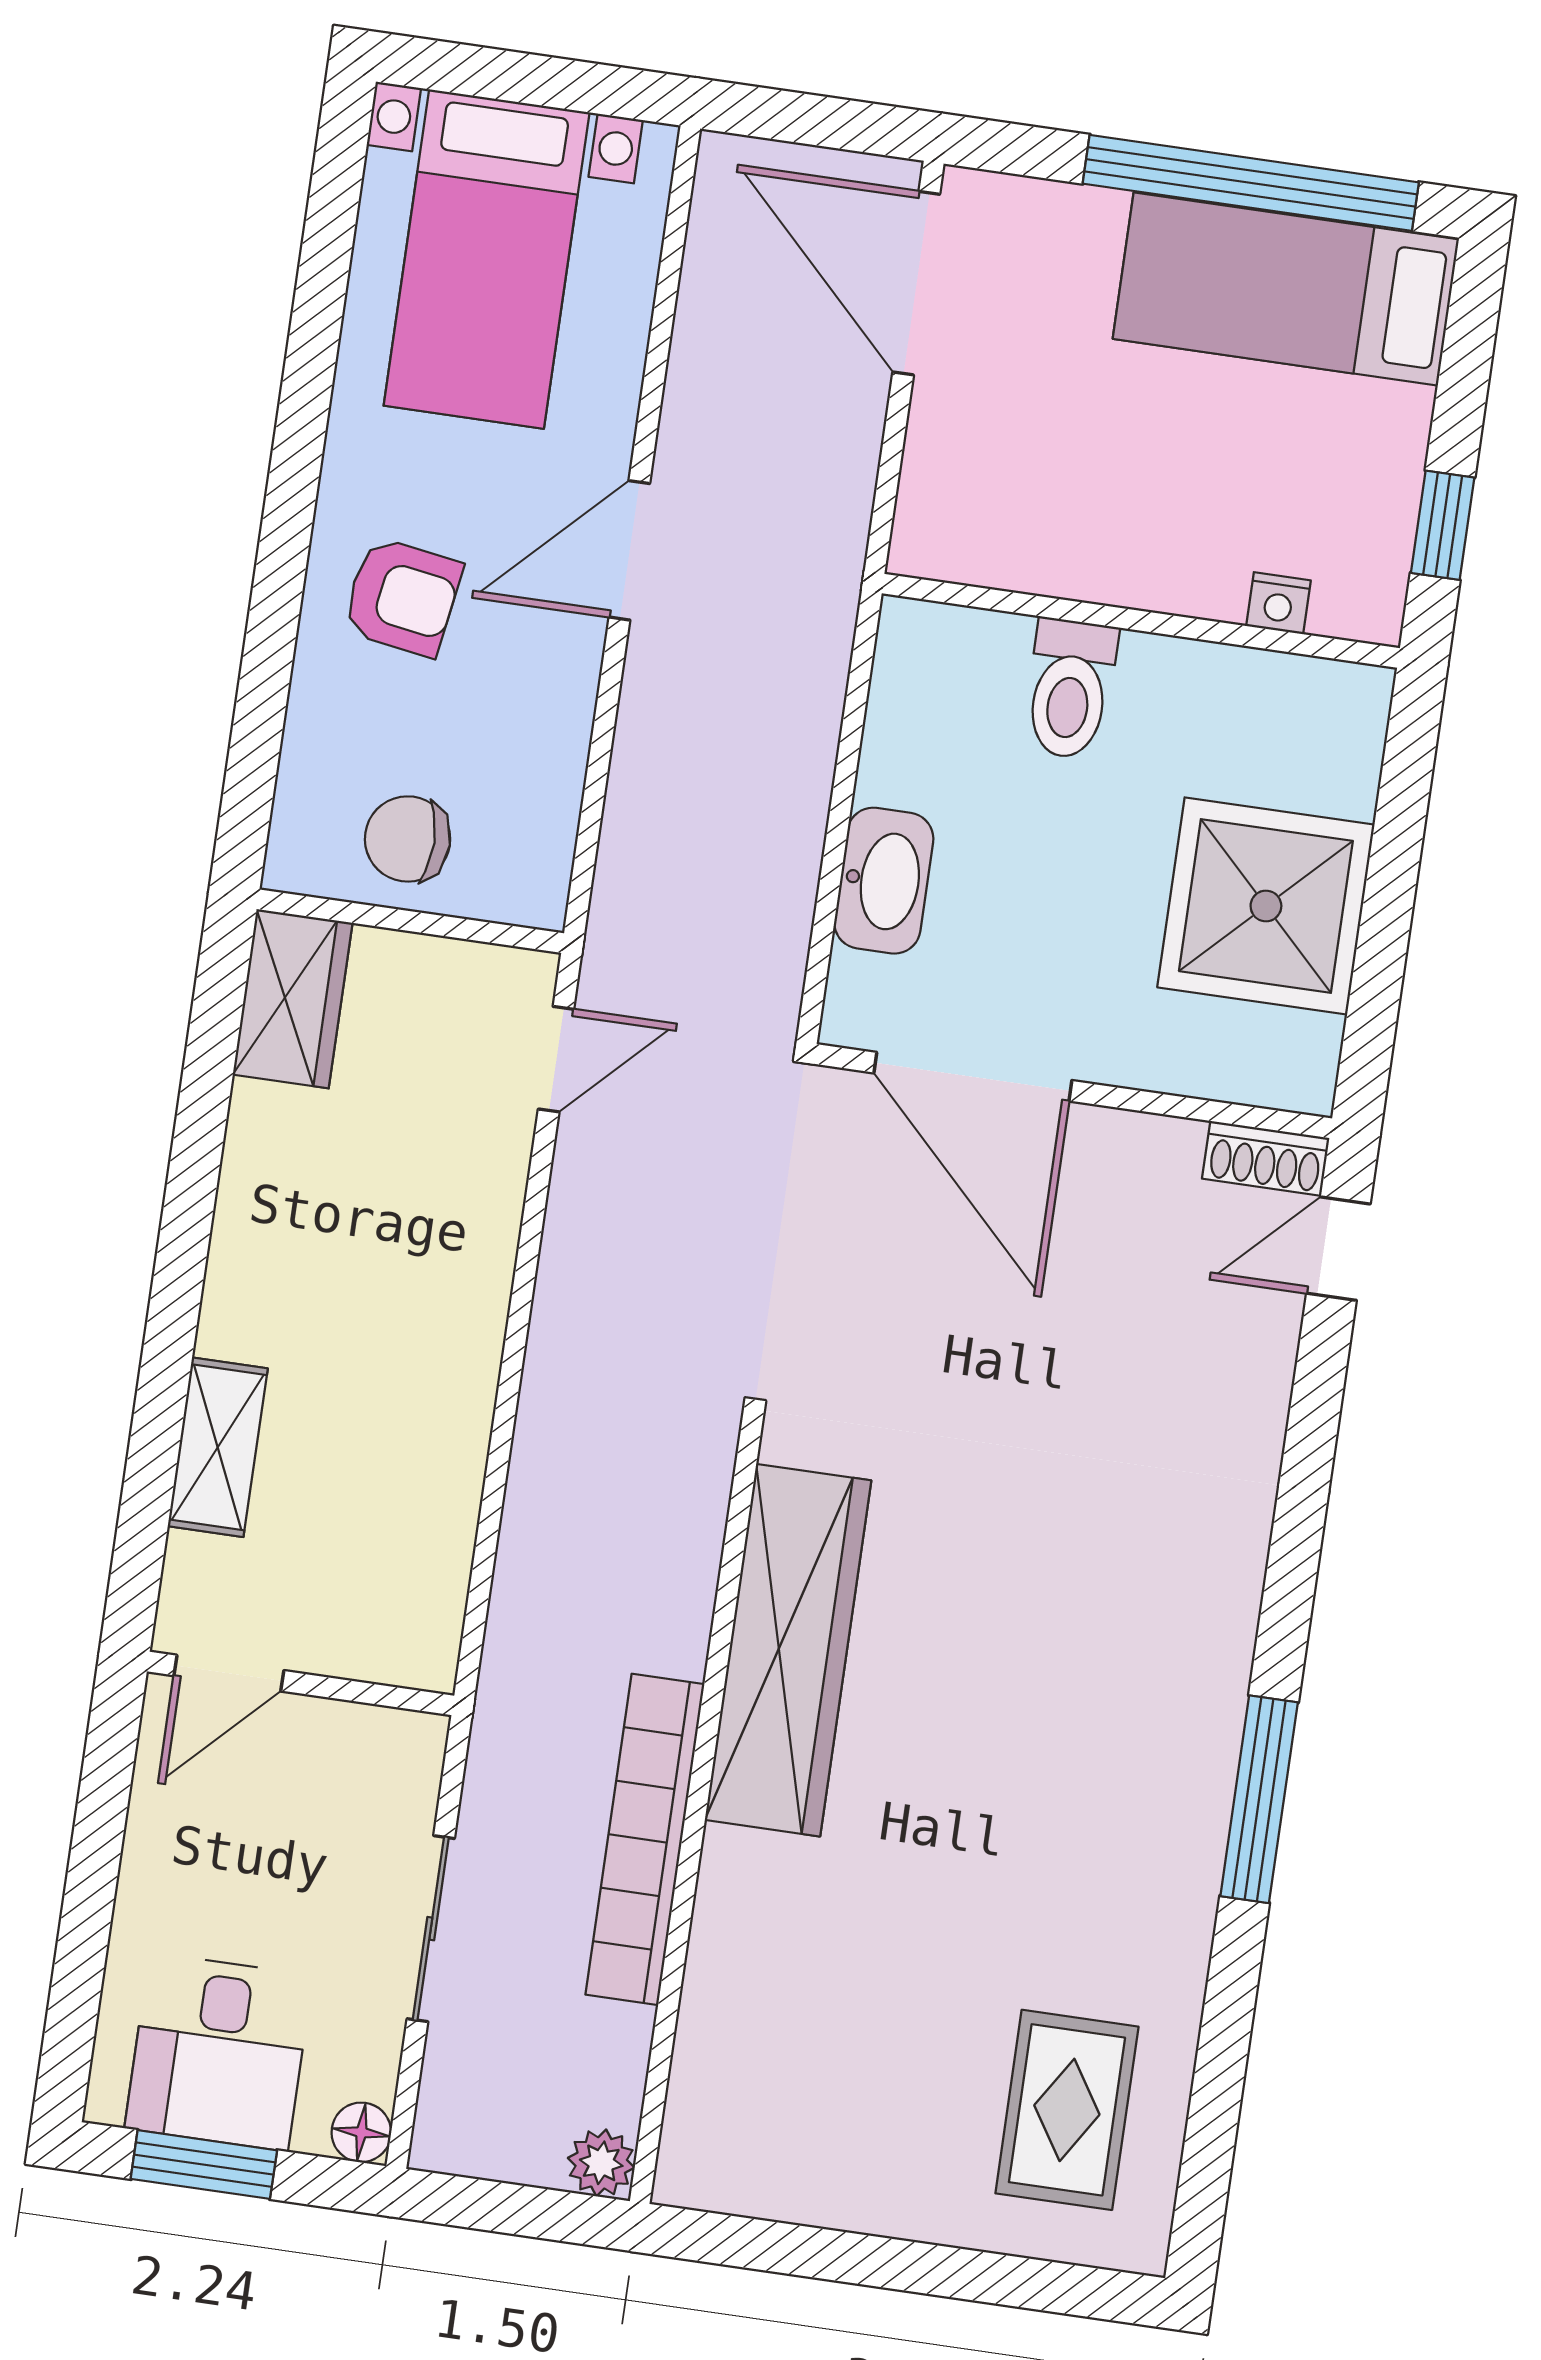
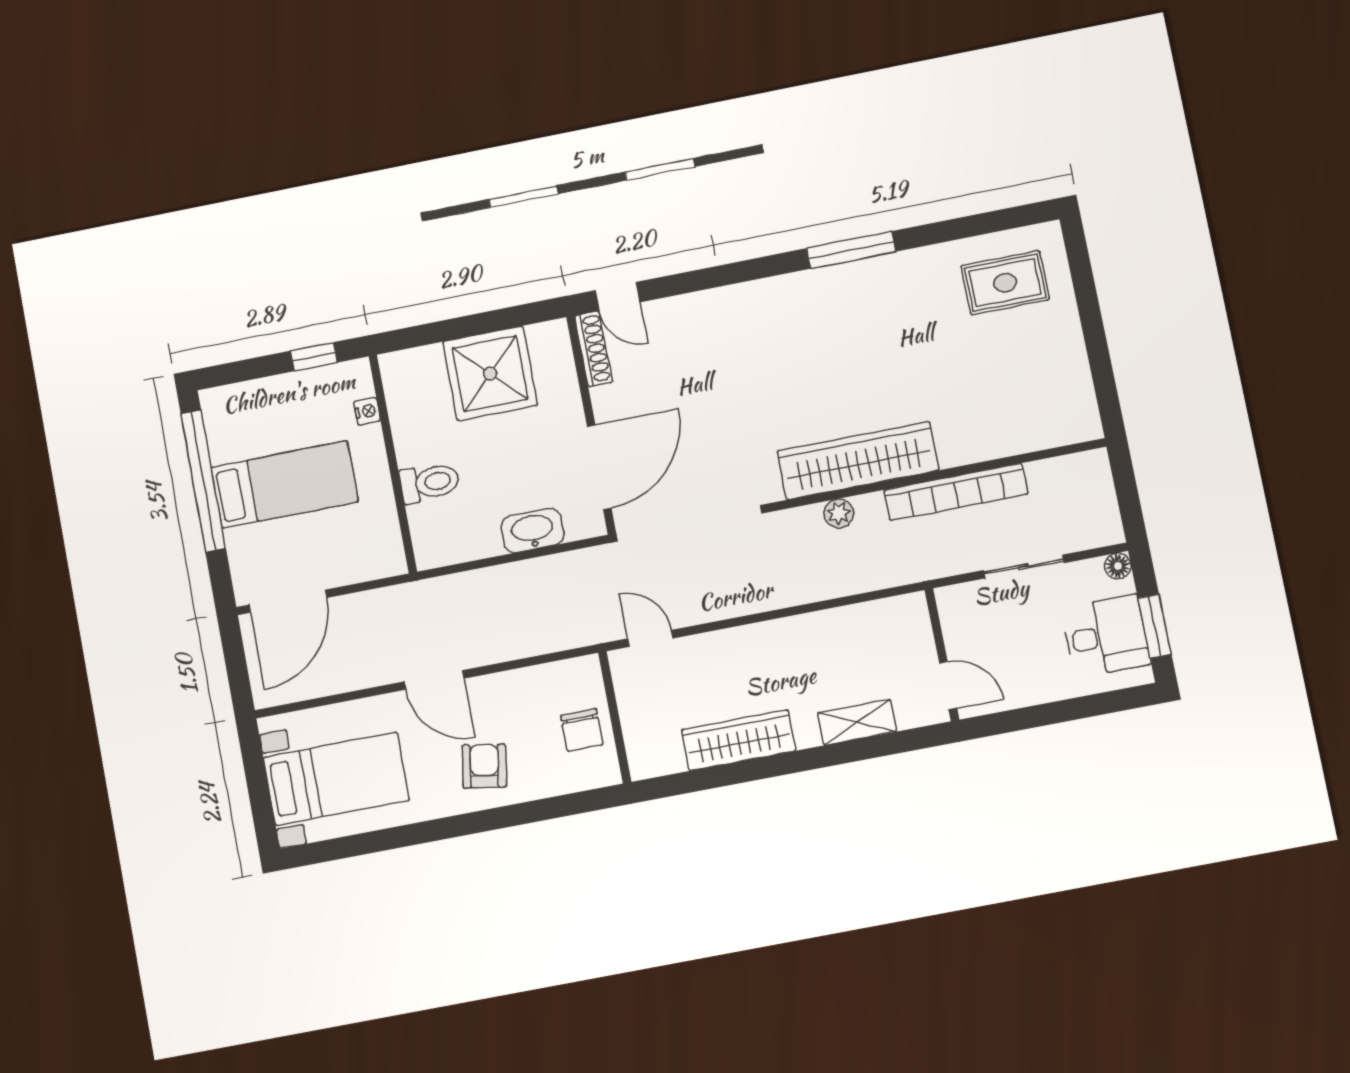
bed: (1286, 289) -> (285, 485), moved, turned -90
wardrobe: (293, 999) -> (739, 740), moved, width x1.50
shoe rack: (1266, 1158) -> (594, 349), width x1.43
plant: (601, 2163) -> (839, 513), moved

